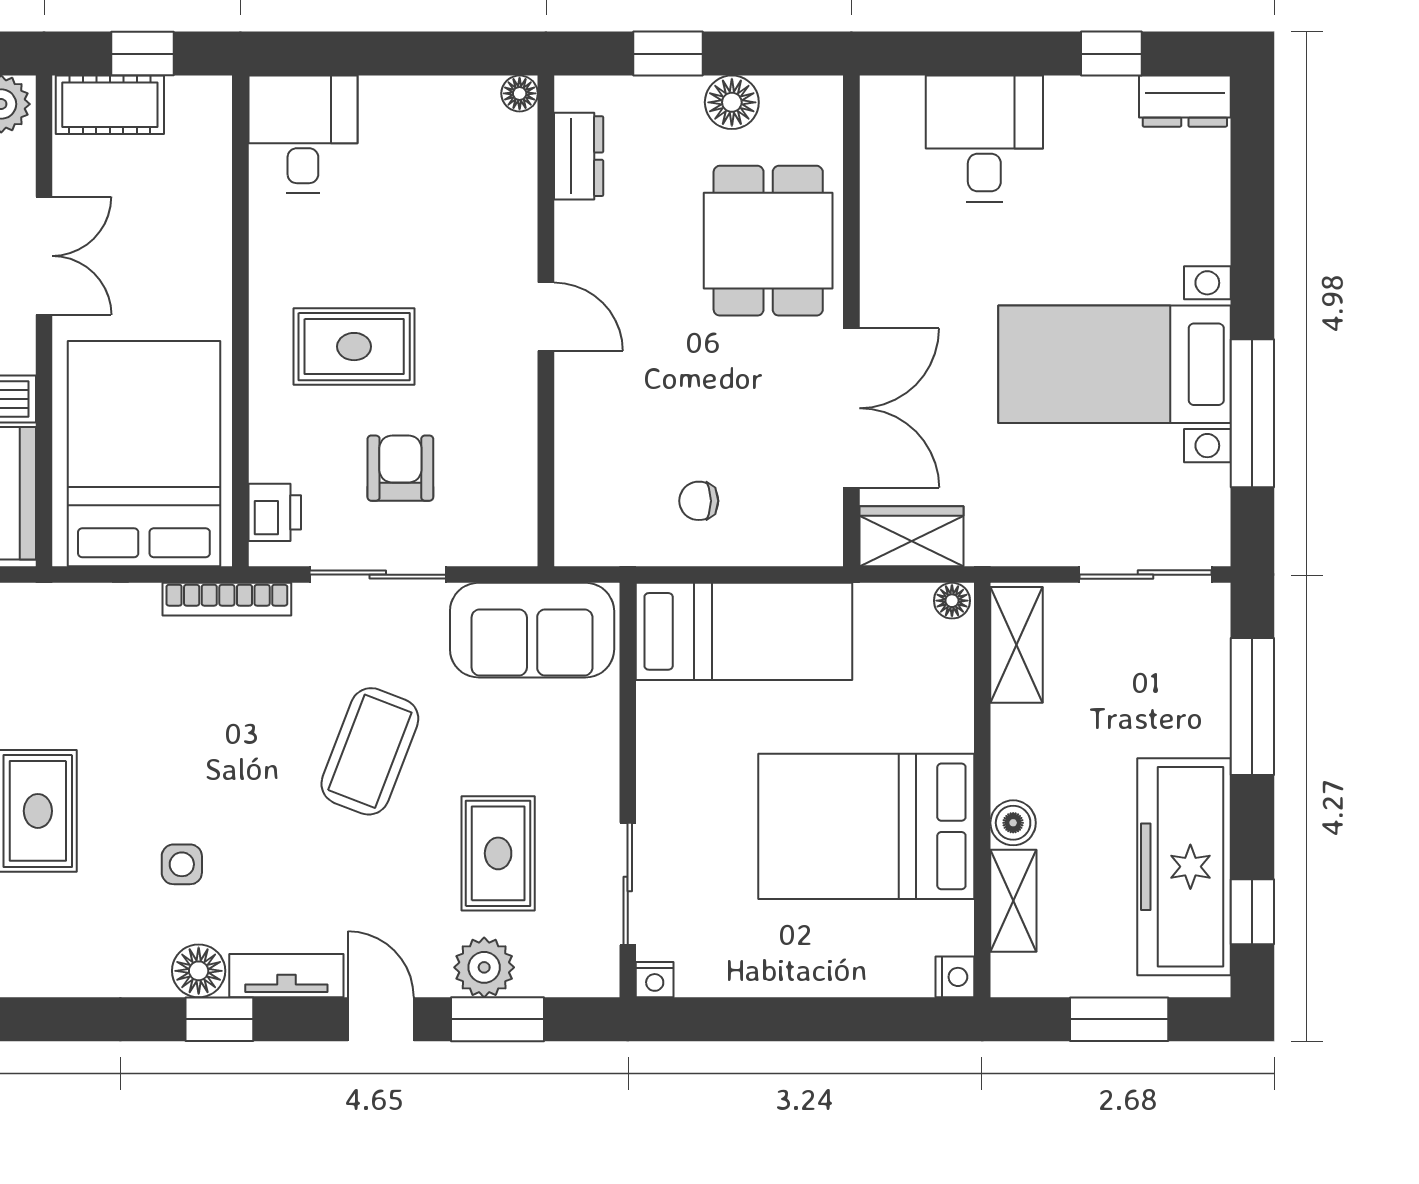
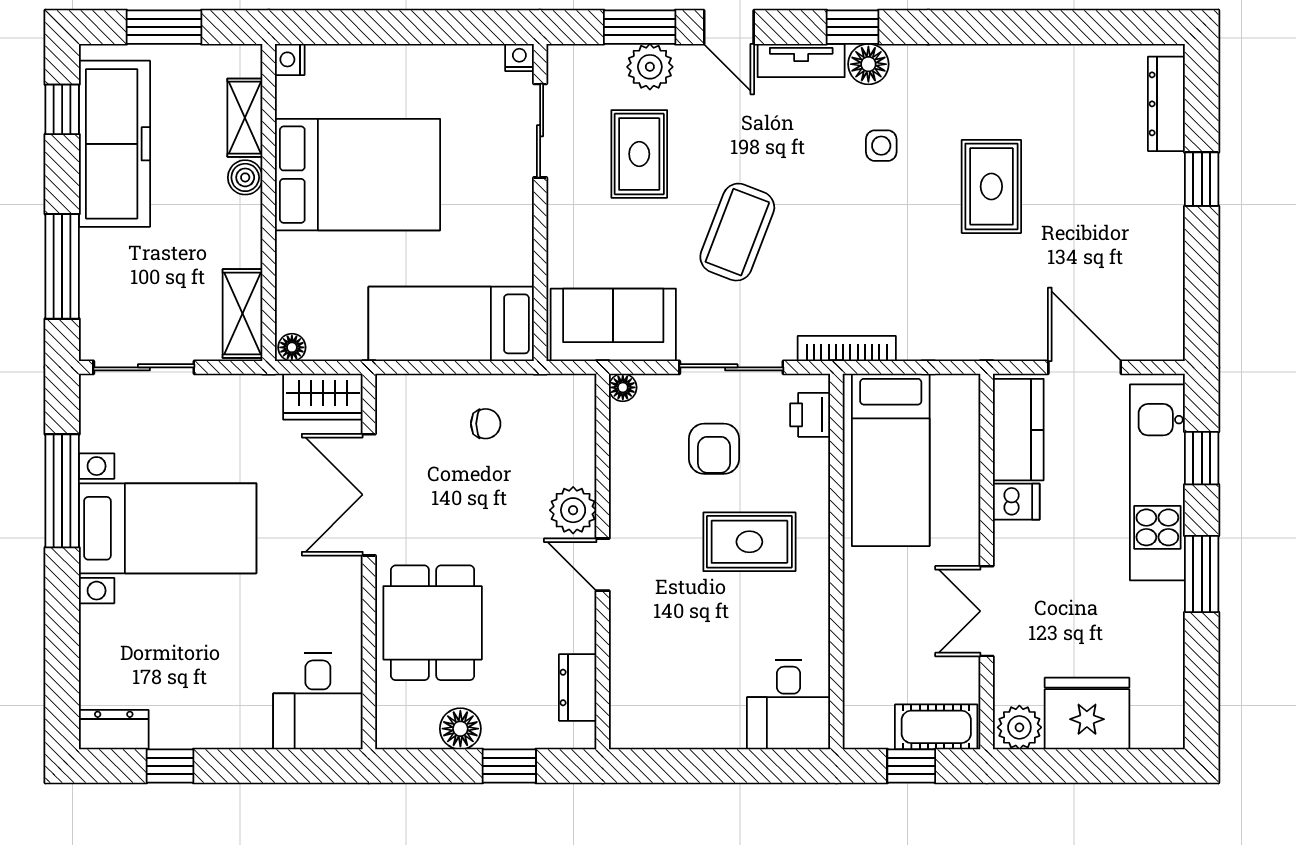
floor lamp: (520, 93) -> (623, 387), moved
desk: (984, 138) -> (318, 701), moved
plant: (585, 388) -> (573, 510), added
bed: (144, 454) -> (891, 460), width x0.67

